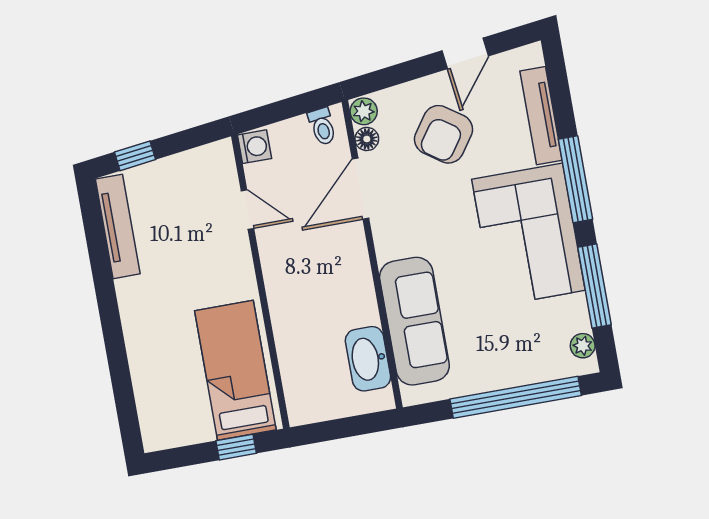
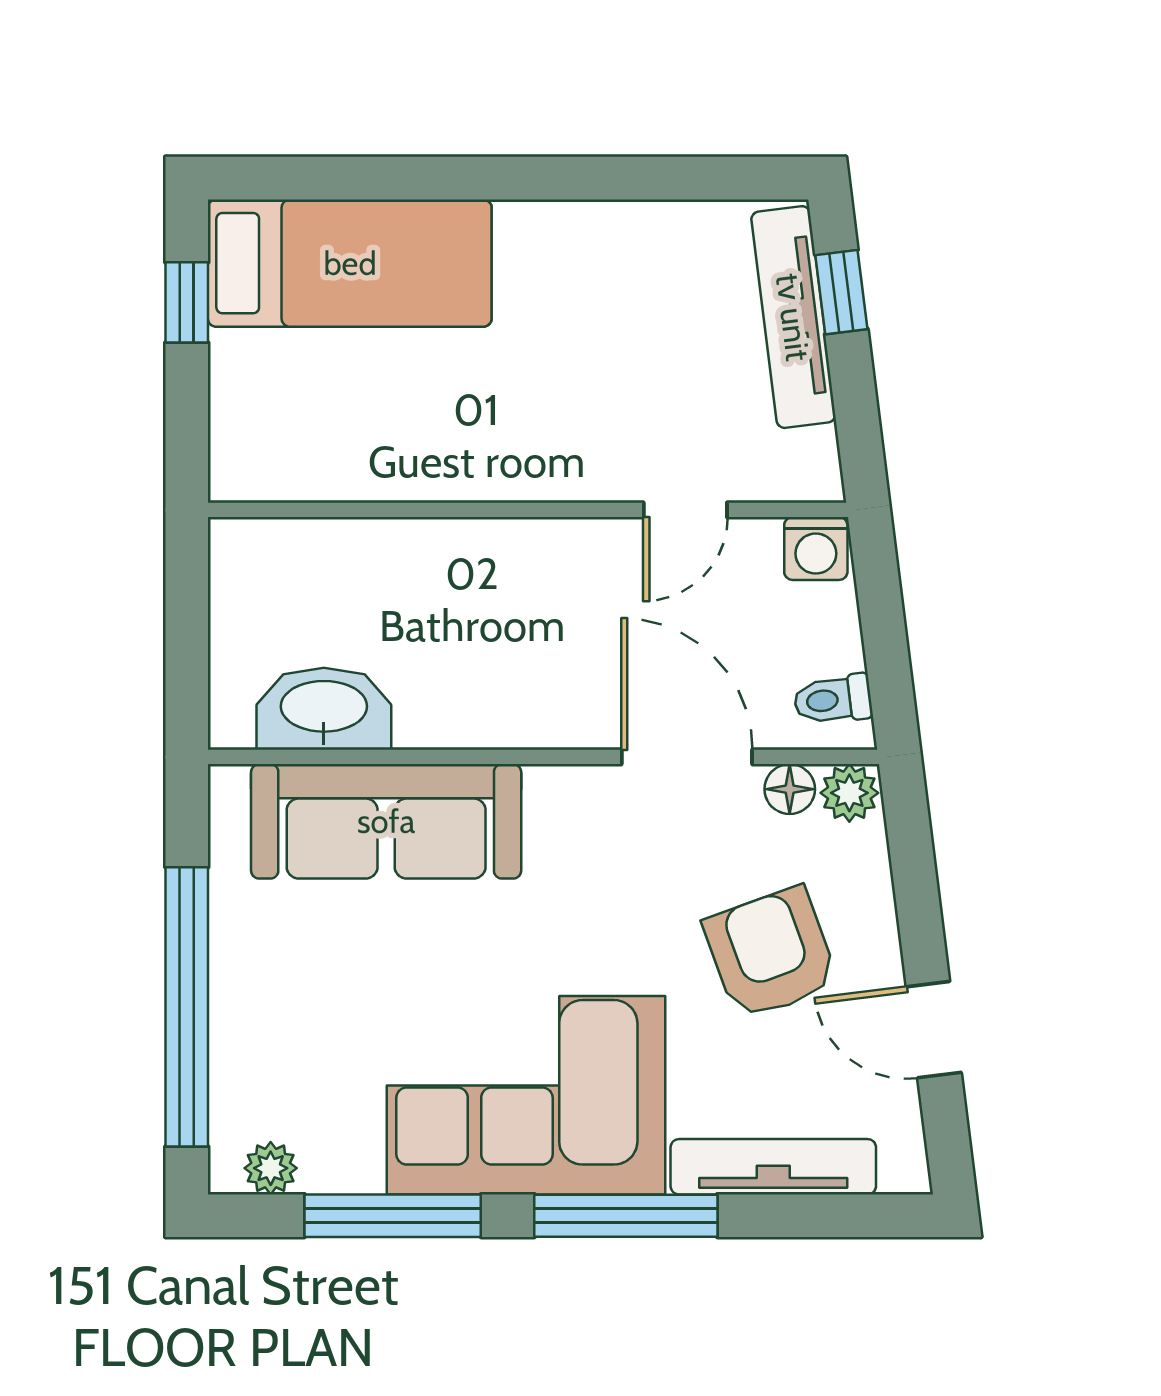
armchair: (444, 134) -> (771, 953), turned 35
tv unit: (118, 226) -> (793, 317), moved, turned 83
bed: (235, 370) -> (350, 263), moved
window: (236, 447) -> (187, 302), moved

